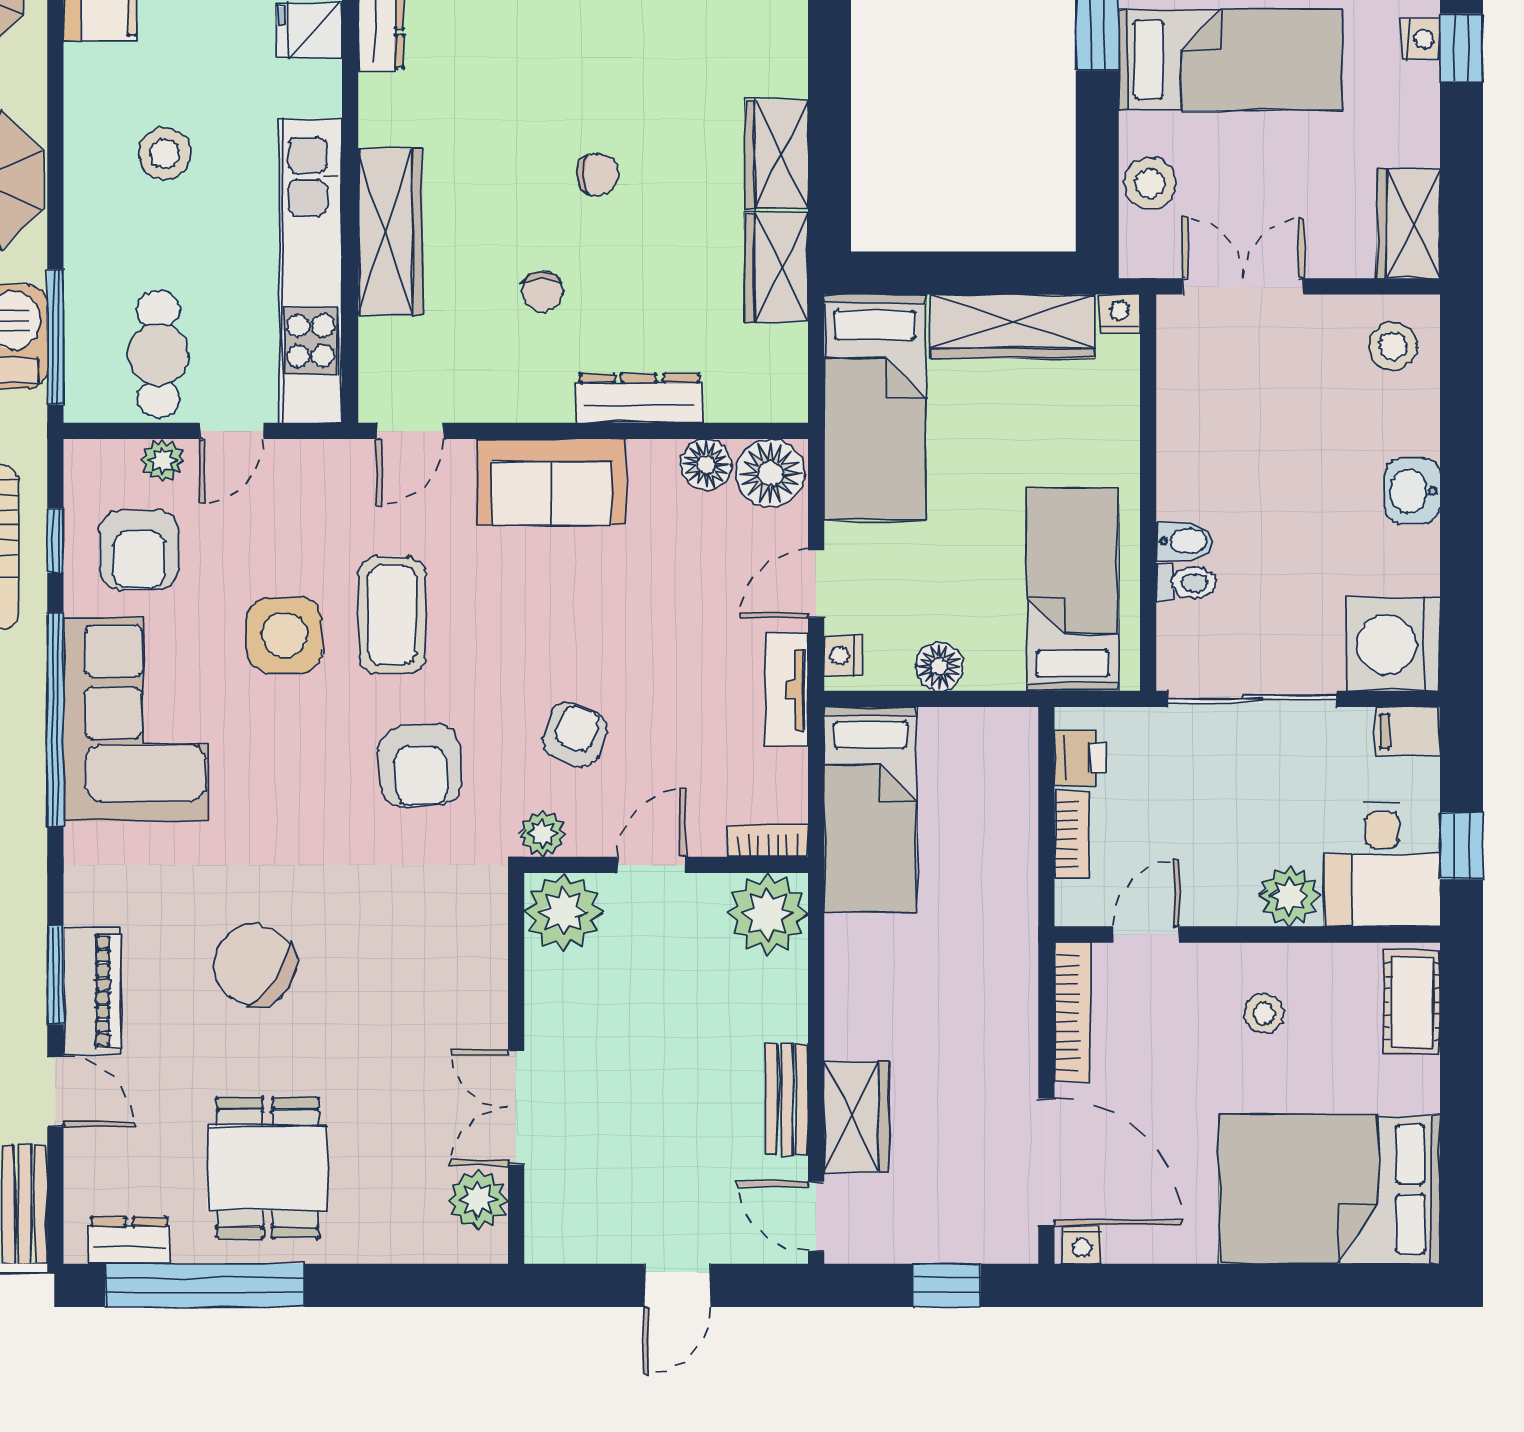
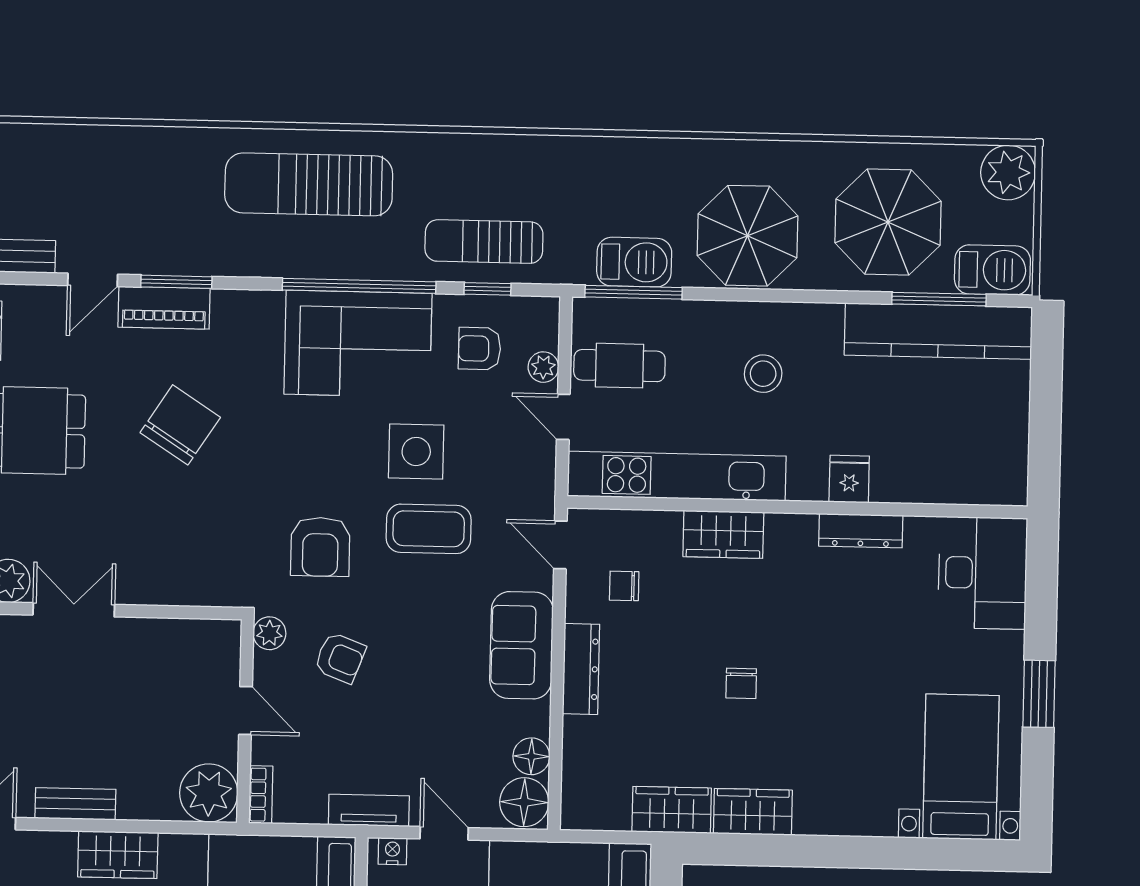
wardrobe: (390, 232) -> (723, 534), width x0.67
chair: (543, 291) -> (624, 586), moved
dresser: (639, 398) -> (581, 669), moved
armchair: (139, 550) -> (479, 349), width x0.72, depth x0.72
armchair: (420, 766) -> (320, 547), turned -86
plant: (563, 912) -> (213, 647), removed
wardrobe: (856, 1117) -> (118, 855), moved

